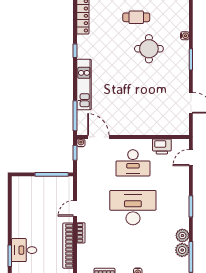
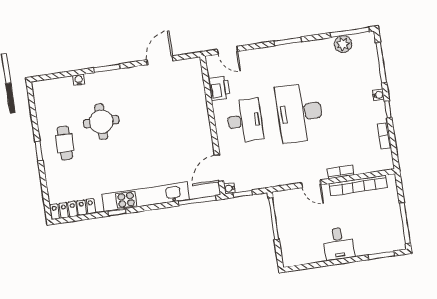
kitchen unit: (84, 85) -> (146, 197), width x1.36
plant: (182, 236) -> (325, 47), removed
desk: (24, 250) -> (338, 244), moved

